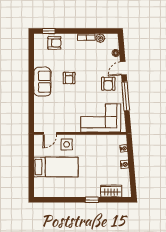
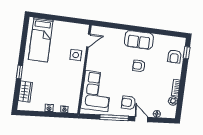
door: (50, 133) -> (88, 41), swing flipped
bed: (56, 167) -> (41, 40), moved

